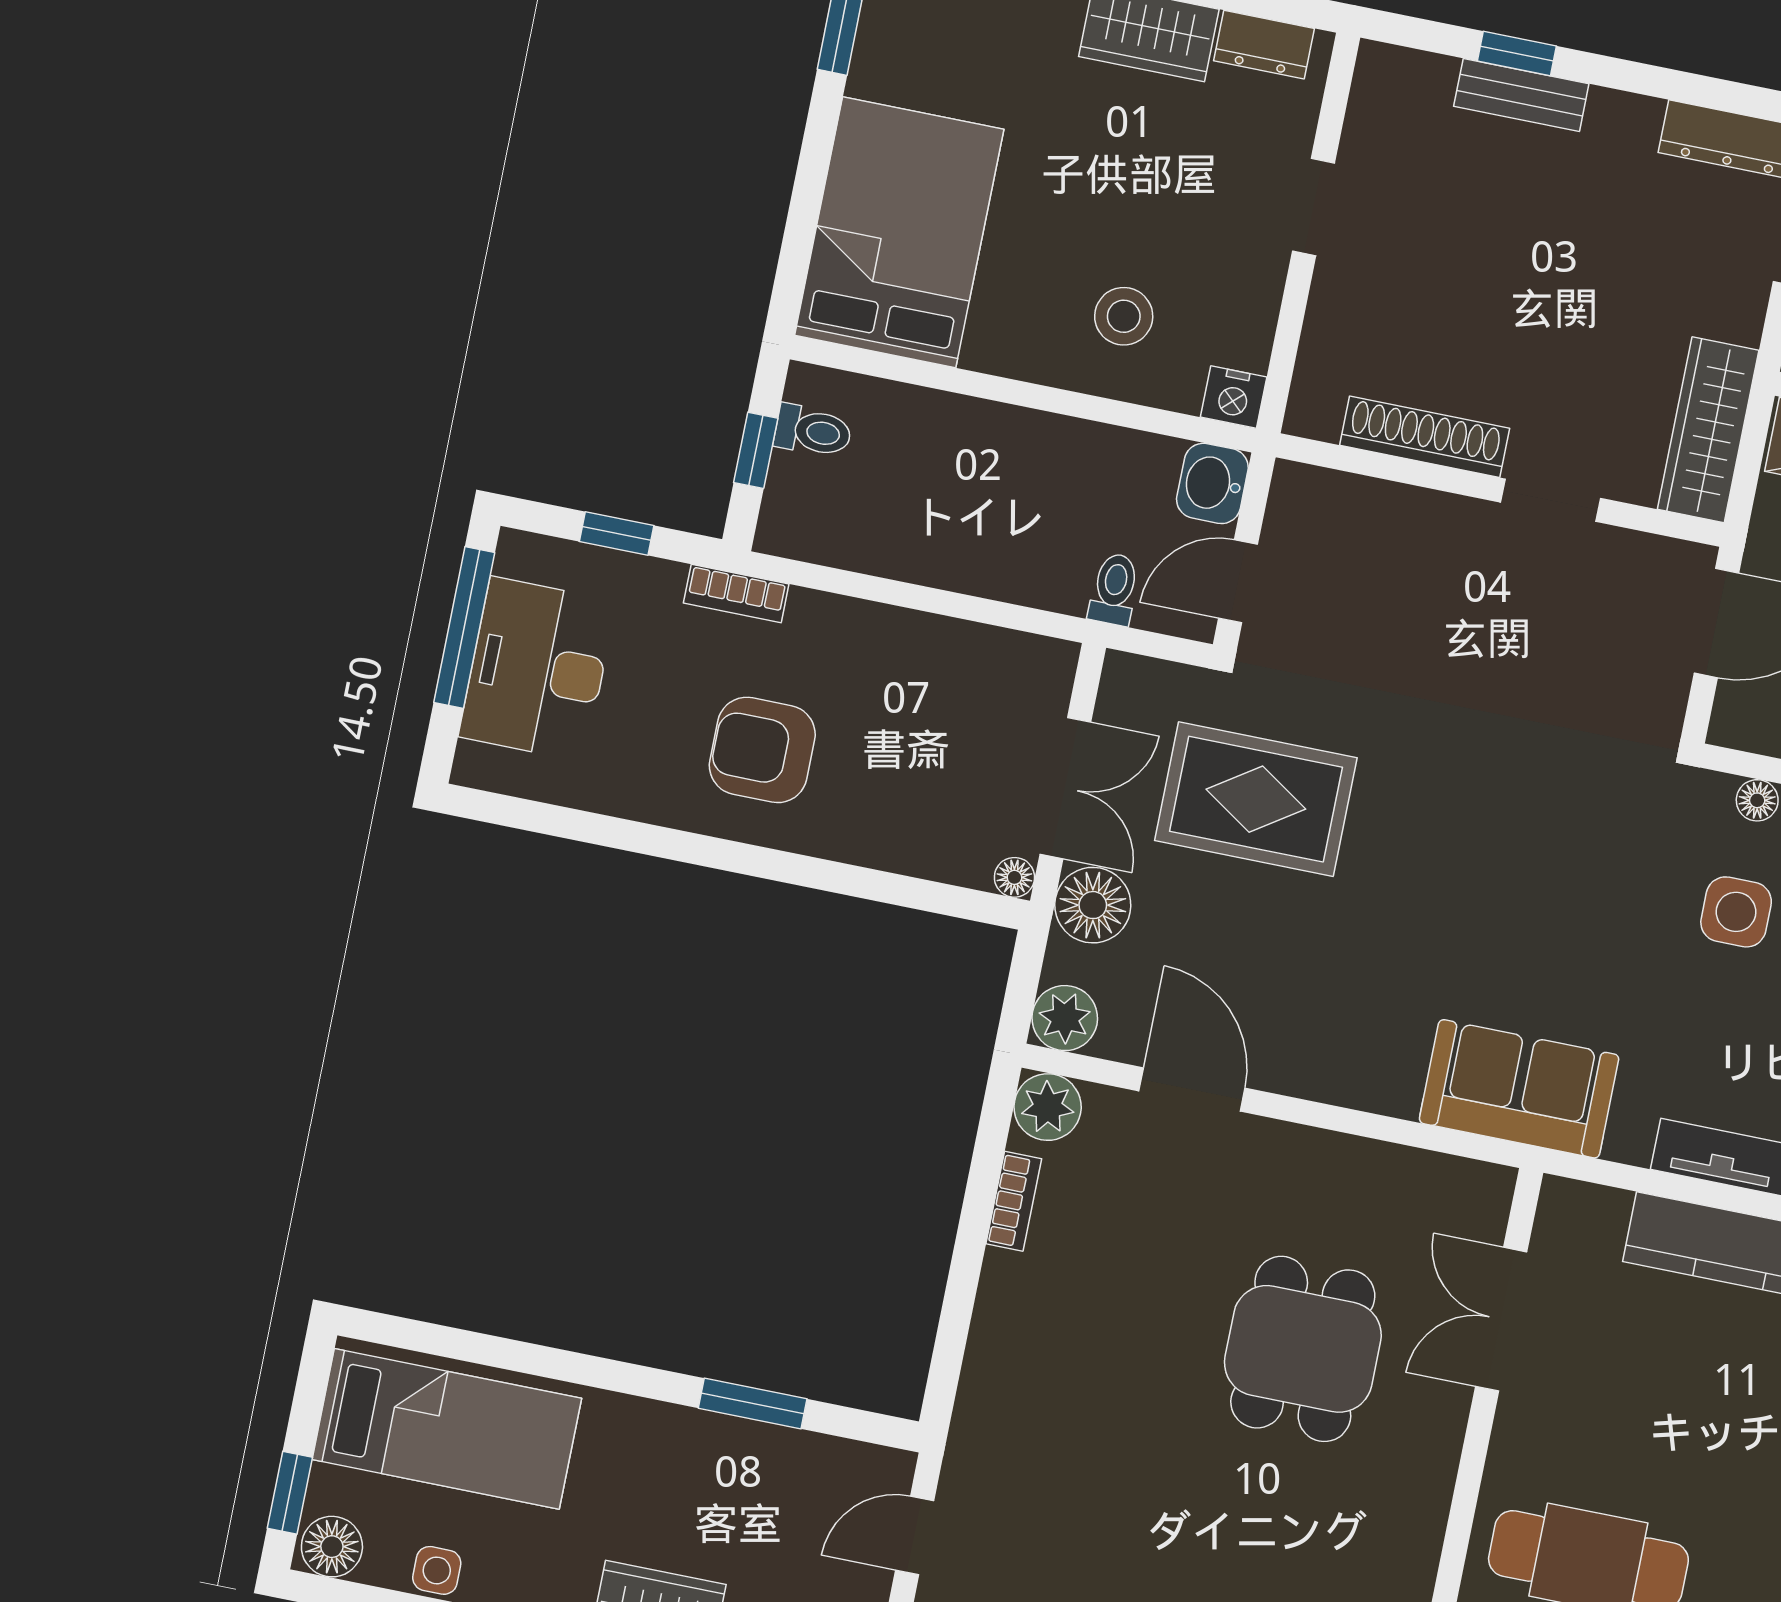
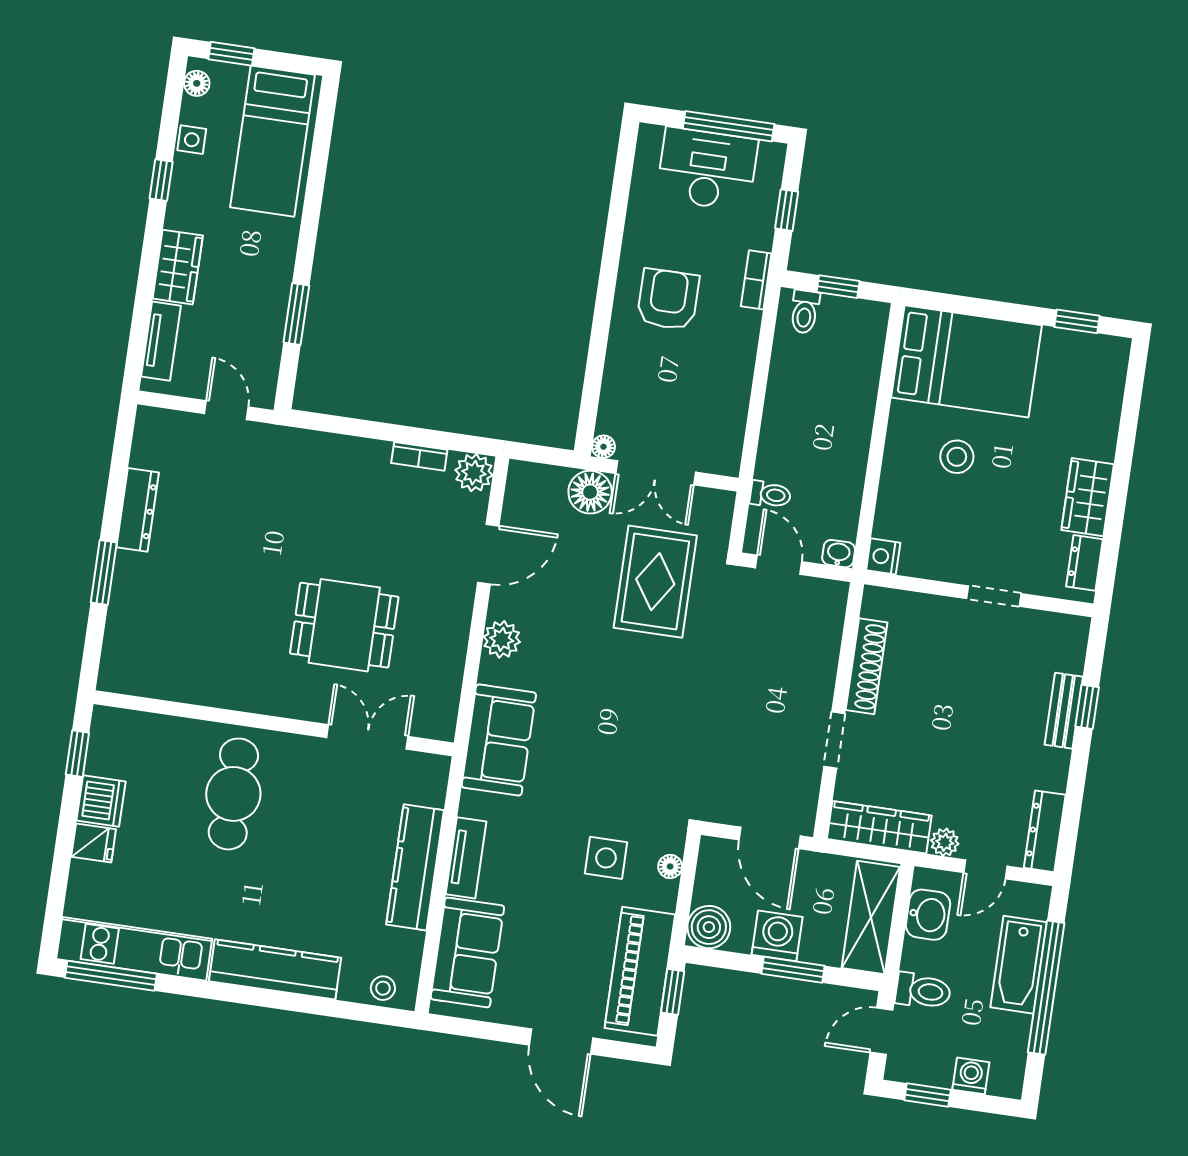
stool: (1124, 316) -> (957, 457), moved
plant: (1741, 316) -> (945, 842), added
toilet: (813, 431) -> (805, 312), moved
washbasin: (1212, 483) -> (839, 554), width x0.72, depth x0.69
plant: (1065, 1018) -> (502, 639), moved
floor lamp: (332, 1547) -> (197, 83), width x0.73, depth x0.73

